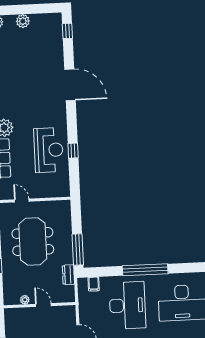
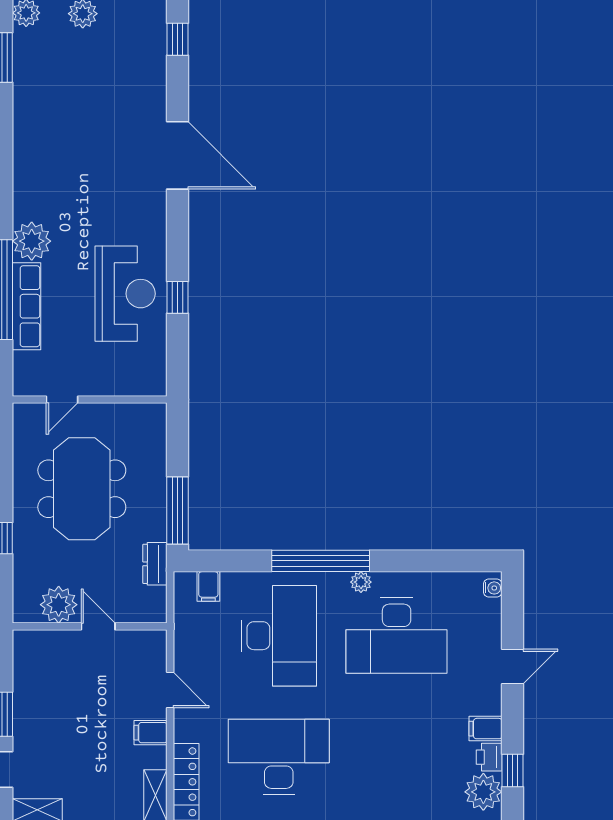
door: (22, 201) -> (62, 400), swing flipped
plant: (164, 279) -> (361, 582), added
plant: (25, 300) -> (59, 605), width x1.88, depth x1.88

